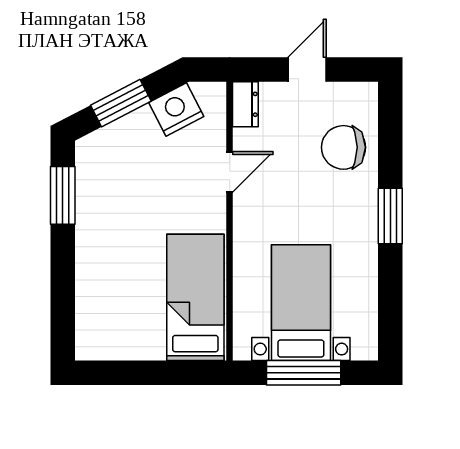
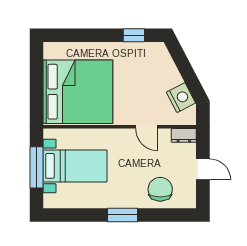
window: (121, 103) -> (184, 67), removed
window: (63, 195) -> (134, 35), width x0.67
bed: (195, 297) -> (78, 92), width x2.04

